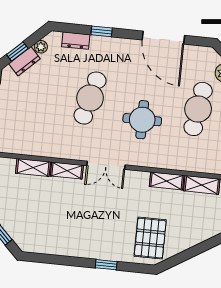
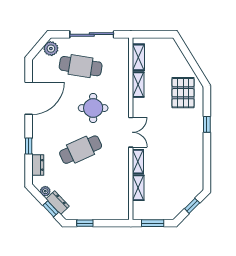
cafe table: (90, 98) -> (81, 150), turned -39
pallet: (150, 238) -> (183, 93), turned 90

